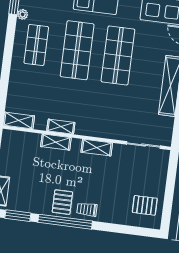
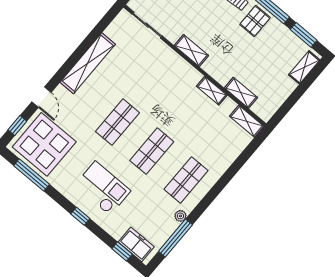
shop shelf: (77, 50) -> (152, 151), width x0.70, depth x0.74
shop shelf: (118, 55) -> (118, 122), width x0.70, depth x0.74
shelving: (56, 142) -> (241, 93), moved

